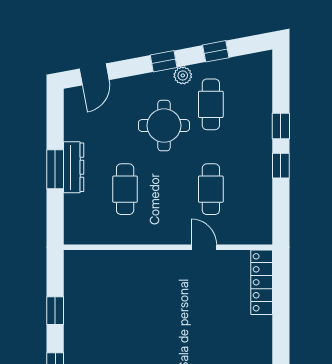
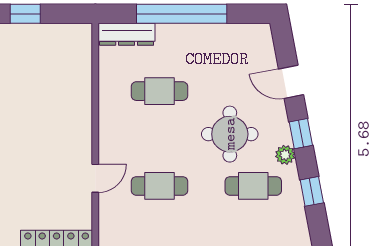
door: (94, 74) -> (291, 82), moved
dresser: (74, 167) -> (127, 34), moved
window: (55, 169) -> (182, 14), width x2.11

